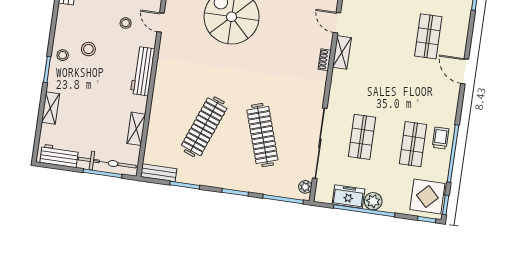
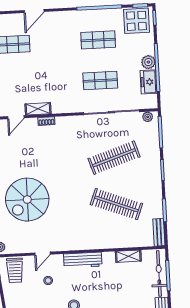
trolley: (441, 138) -> (89, 20), removed

